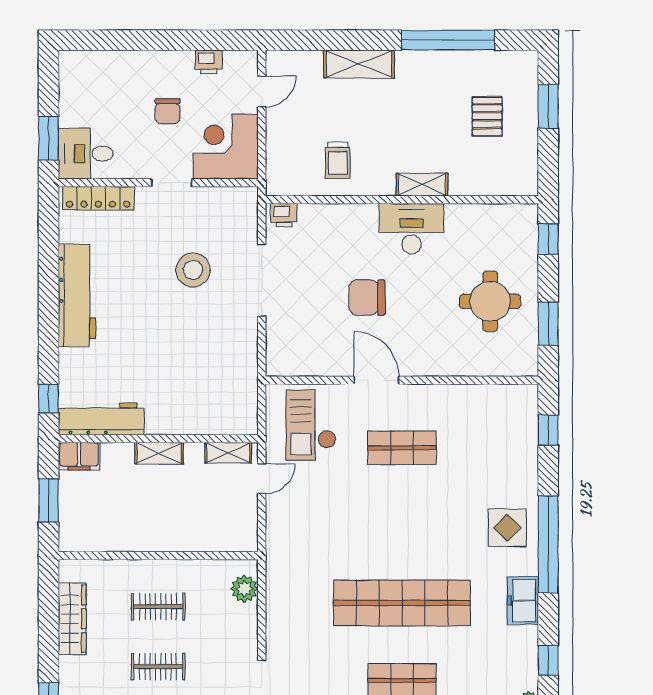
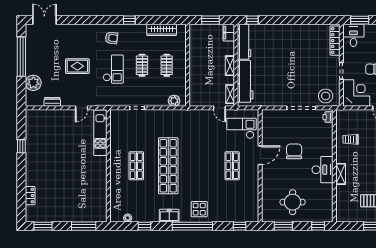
stool: (193, 270) -> (326, 96), moved
workbench: (77, 295) -> (245, 81), moved, turned -90

